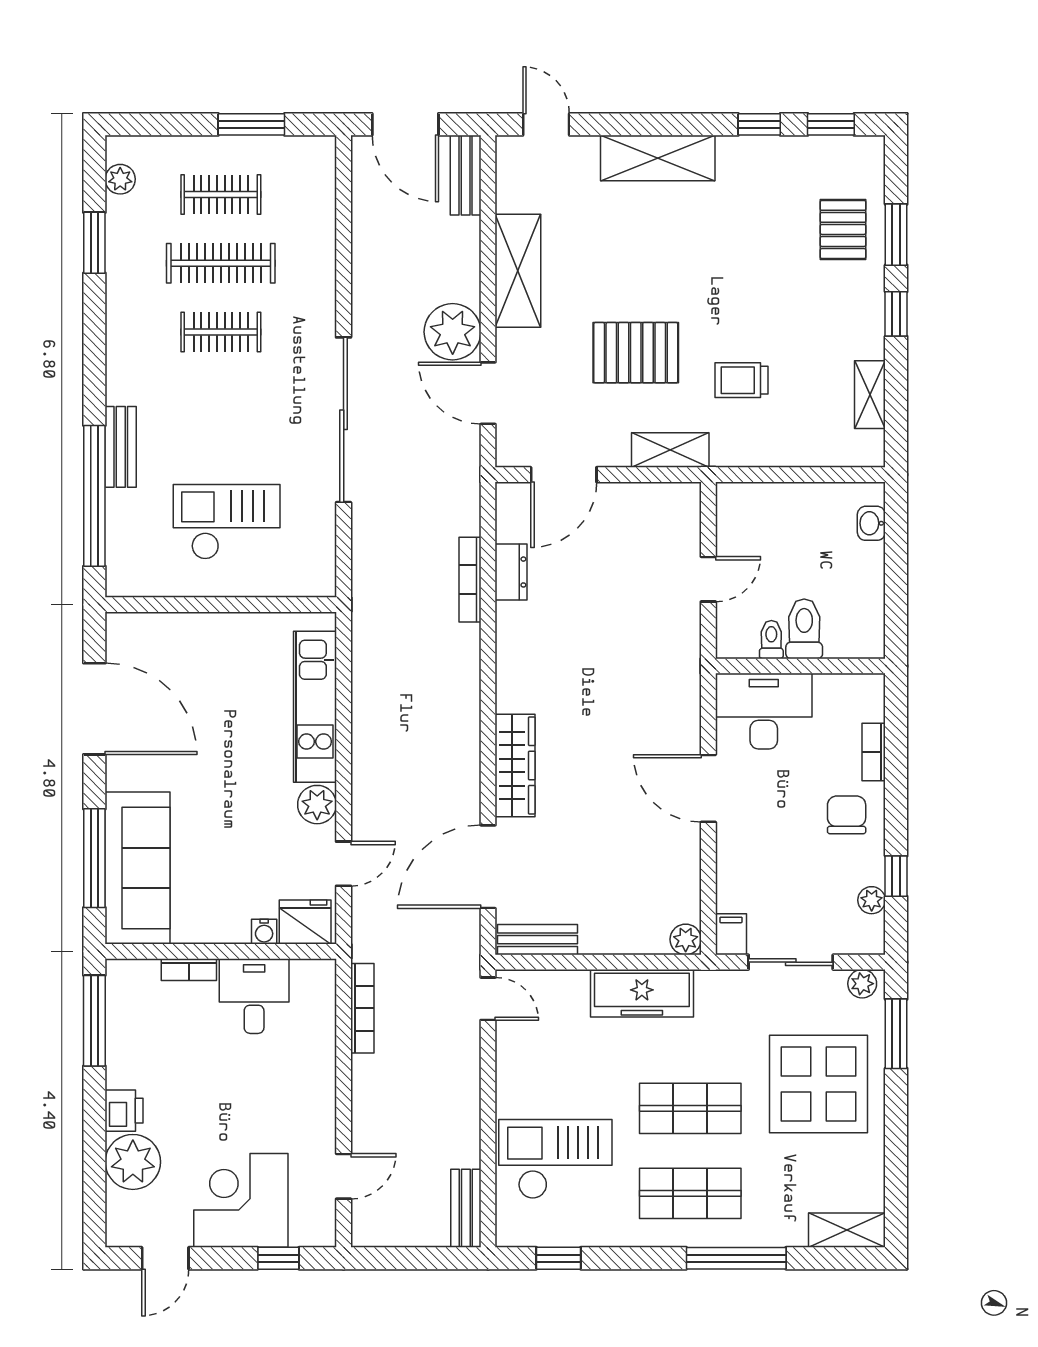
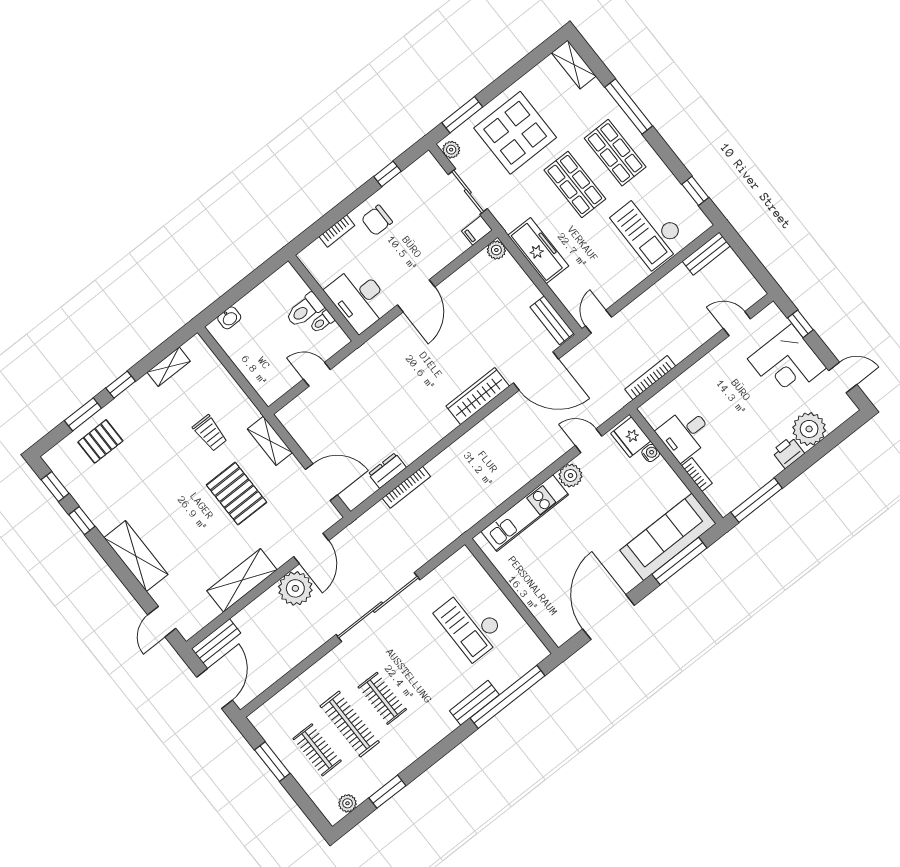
plant: (872, 900) -> (408, 176), removed

